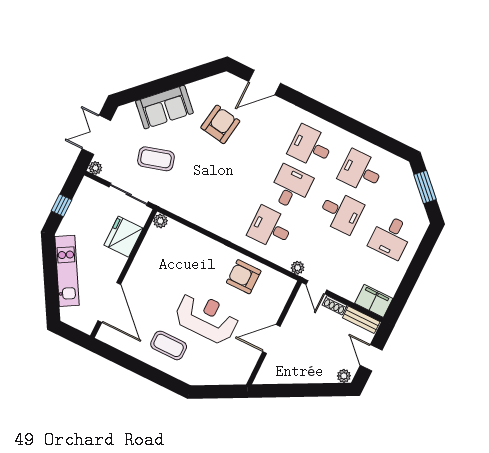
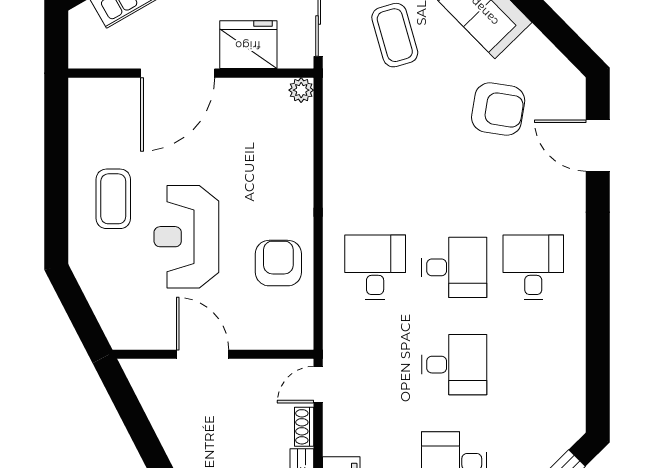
desk: (361, 171) -> (533, 365), removed
desk: (341, 212) -> (454, 365), turned -90
plant: (298, 268) -> (334, 340), removed
door: (109, 303) -> (178, 73), moved
reception desk: (207, 317) -> (186, 237), turned 180

